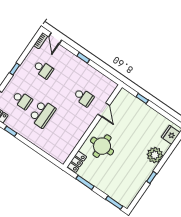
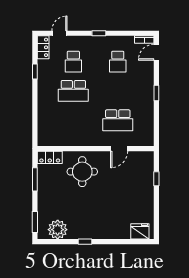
school desk: (84, 97) -> (118, 120), width x1.85
plant: (155, 155) -> (58, 230), moved

